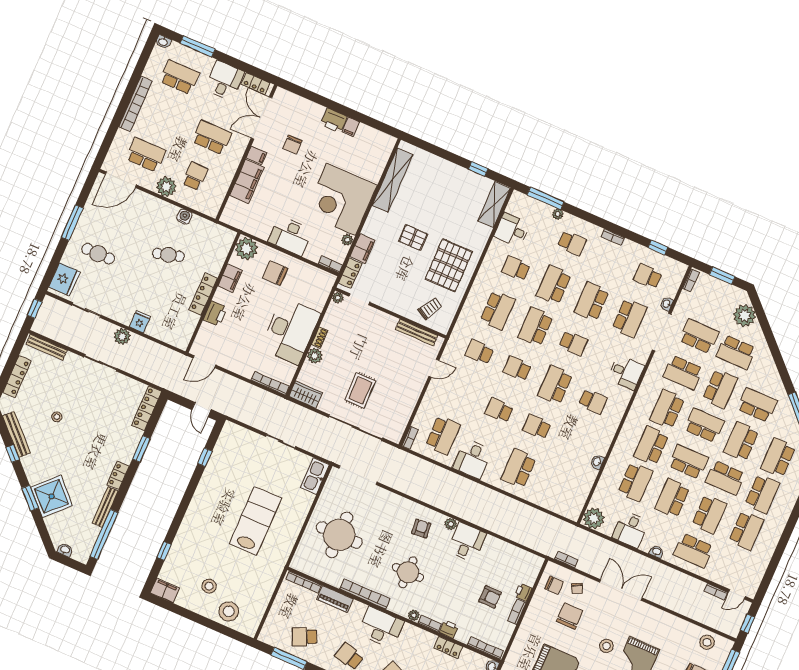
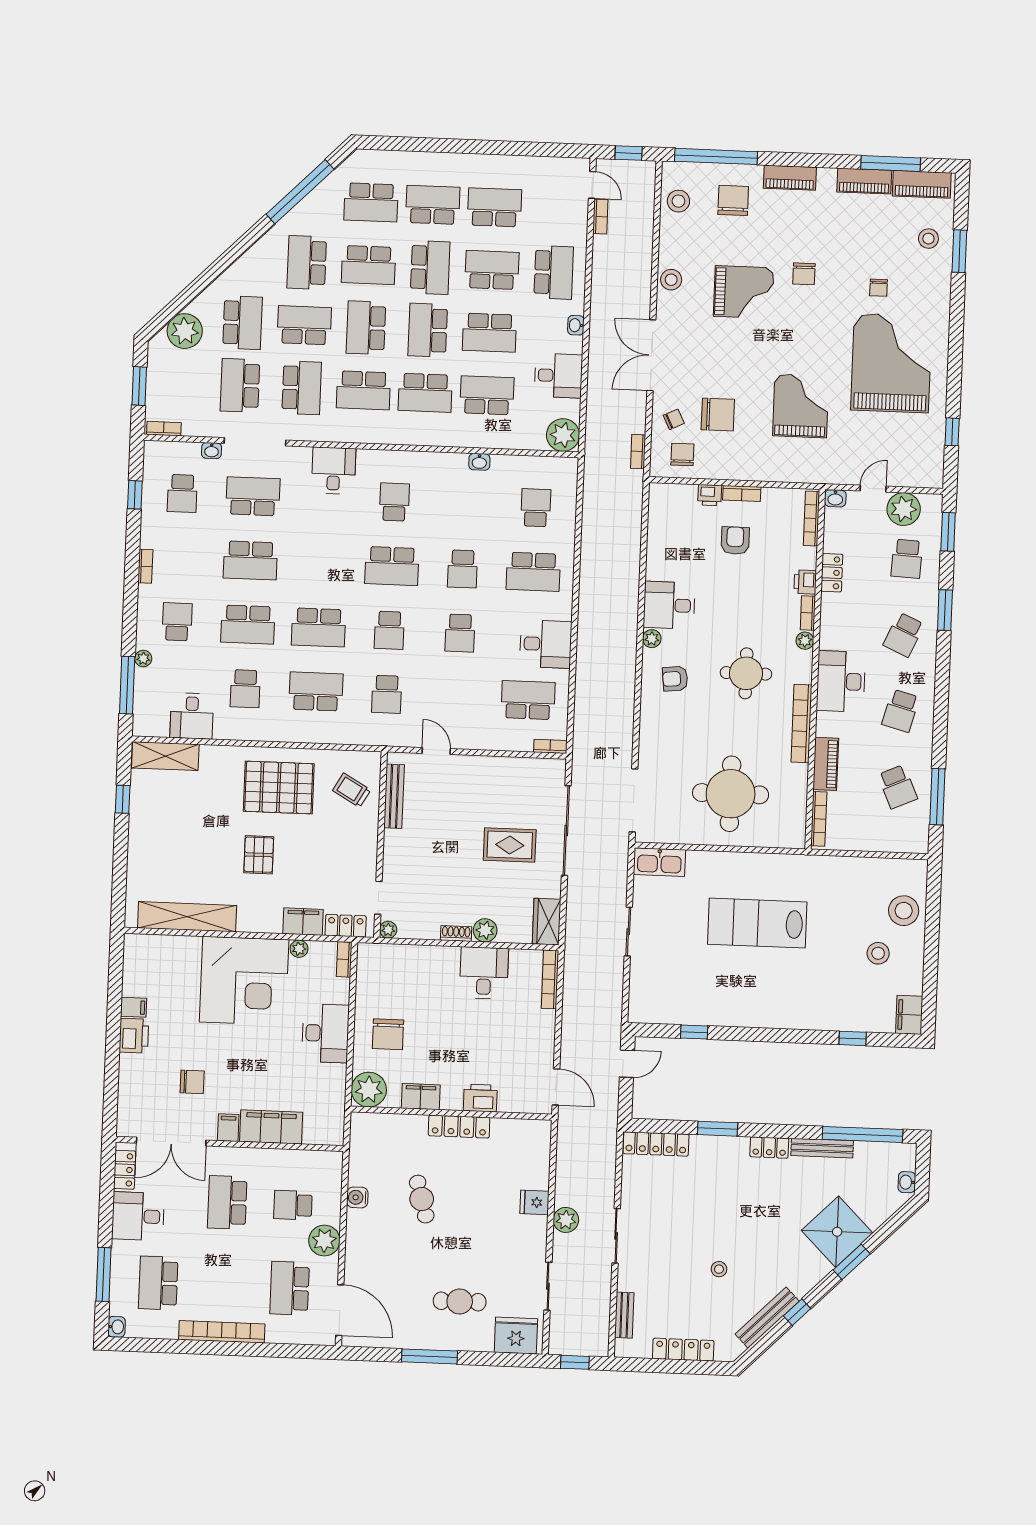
cafe table: (98, 254) -> (460, 1301), turned 90
desk: (290, 331) -> (484, 973), width x0.53, depth x0.77
school desk: (573, 343) -> (536, 508), moved
bench: (46, 347) -> (624, 1315), width x0.73
chair: (570, 616) -> (718, 415), turned 180
stool: (606, 646) -> (671, 280), moved

